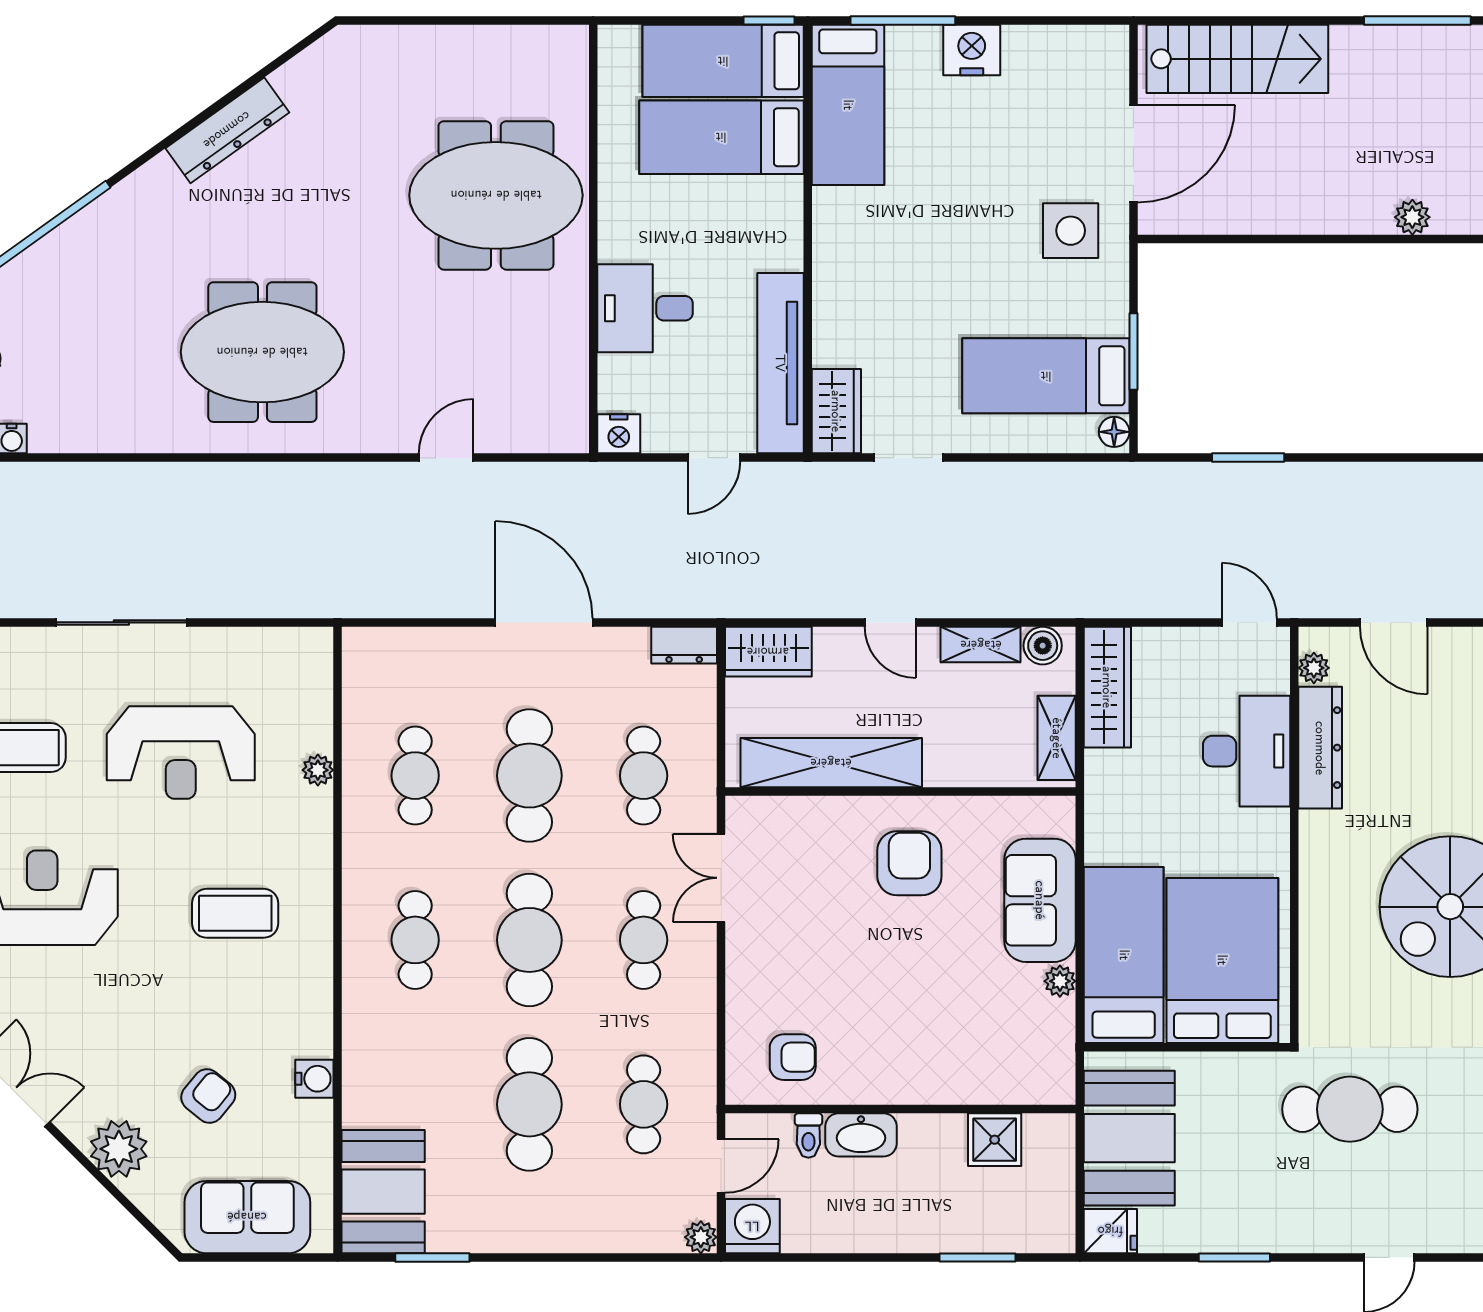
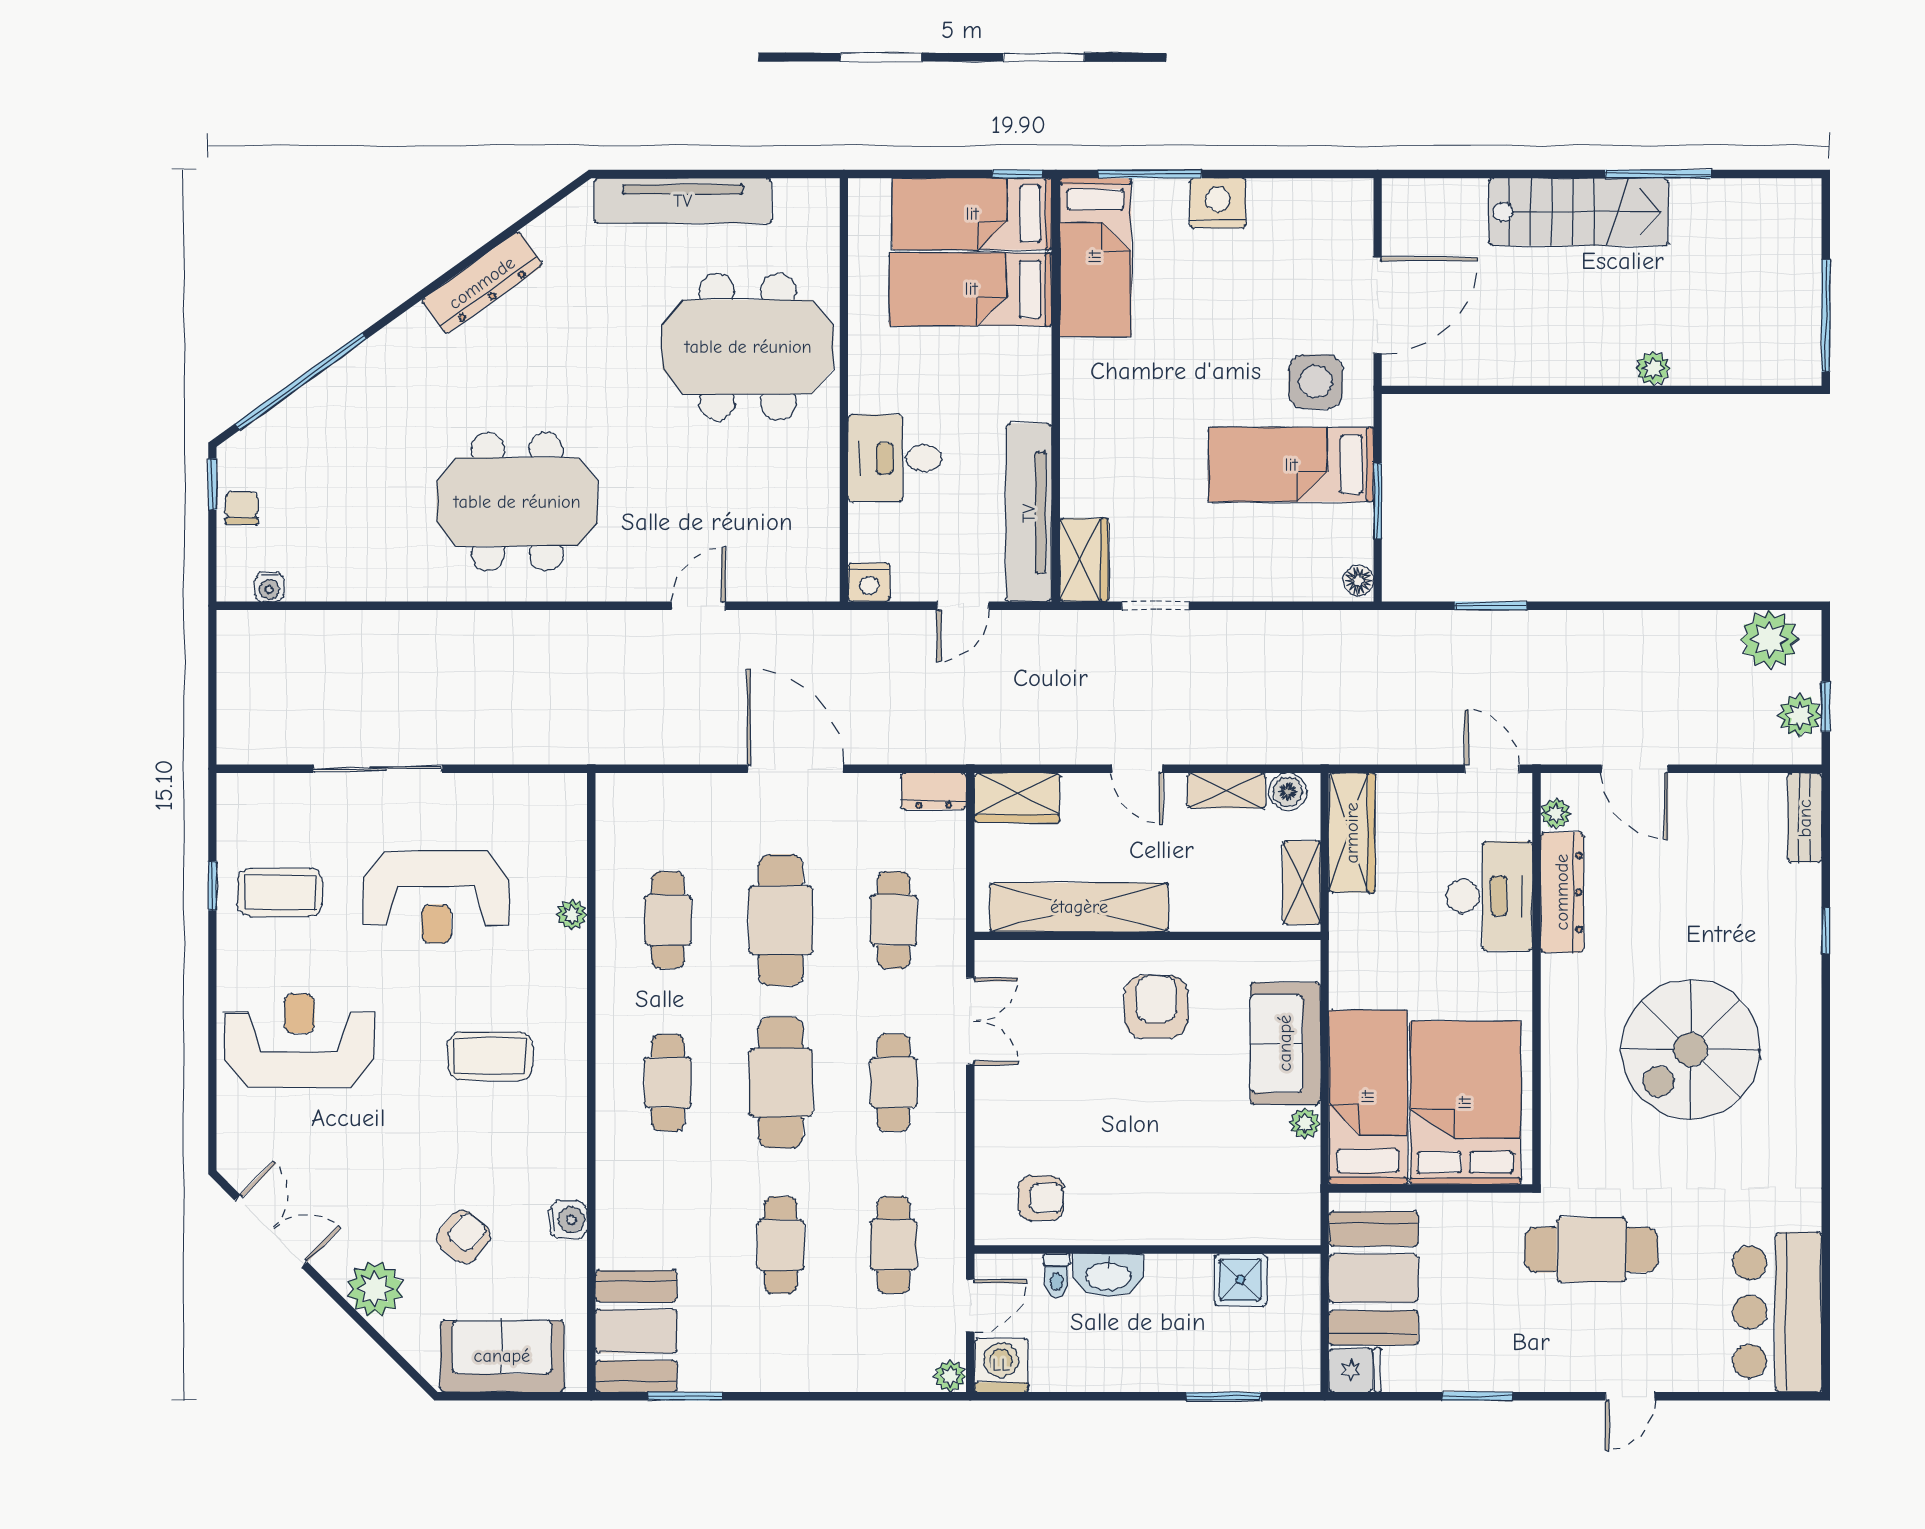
tv unit: (430, 47) -> (683, 201), added
stairs: (1237, 59) -> (1578, 212), moved
bed: (1046, 376) -> (1291, 465), moved
double door: (721, 878) -> (970, 1021), swing flipped
cafe table: (529, 1104) -> (781, 1245), width x0.73, depth x0.74

